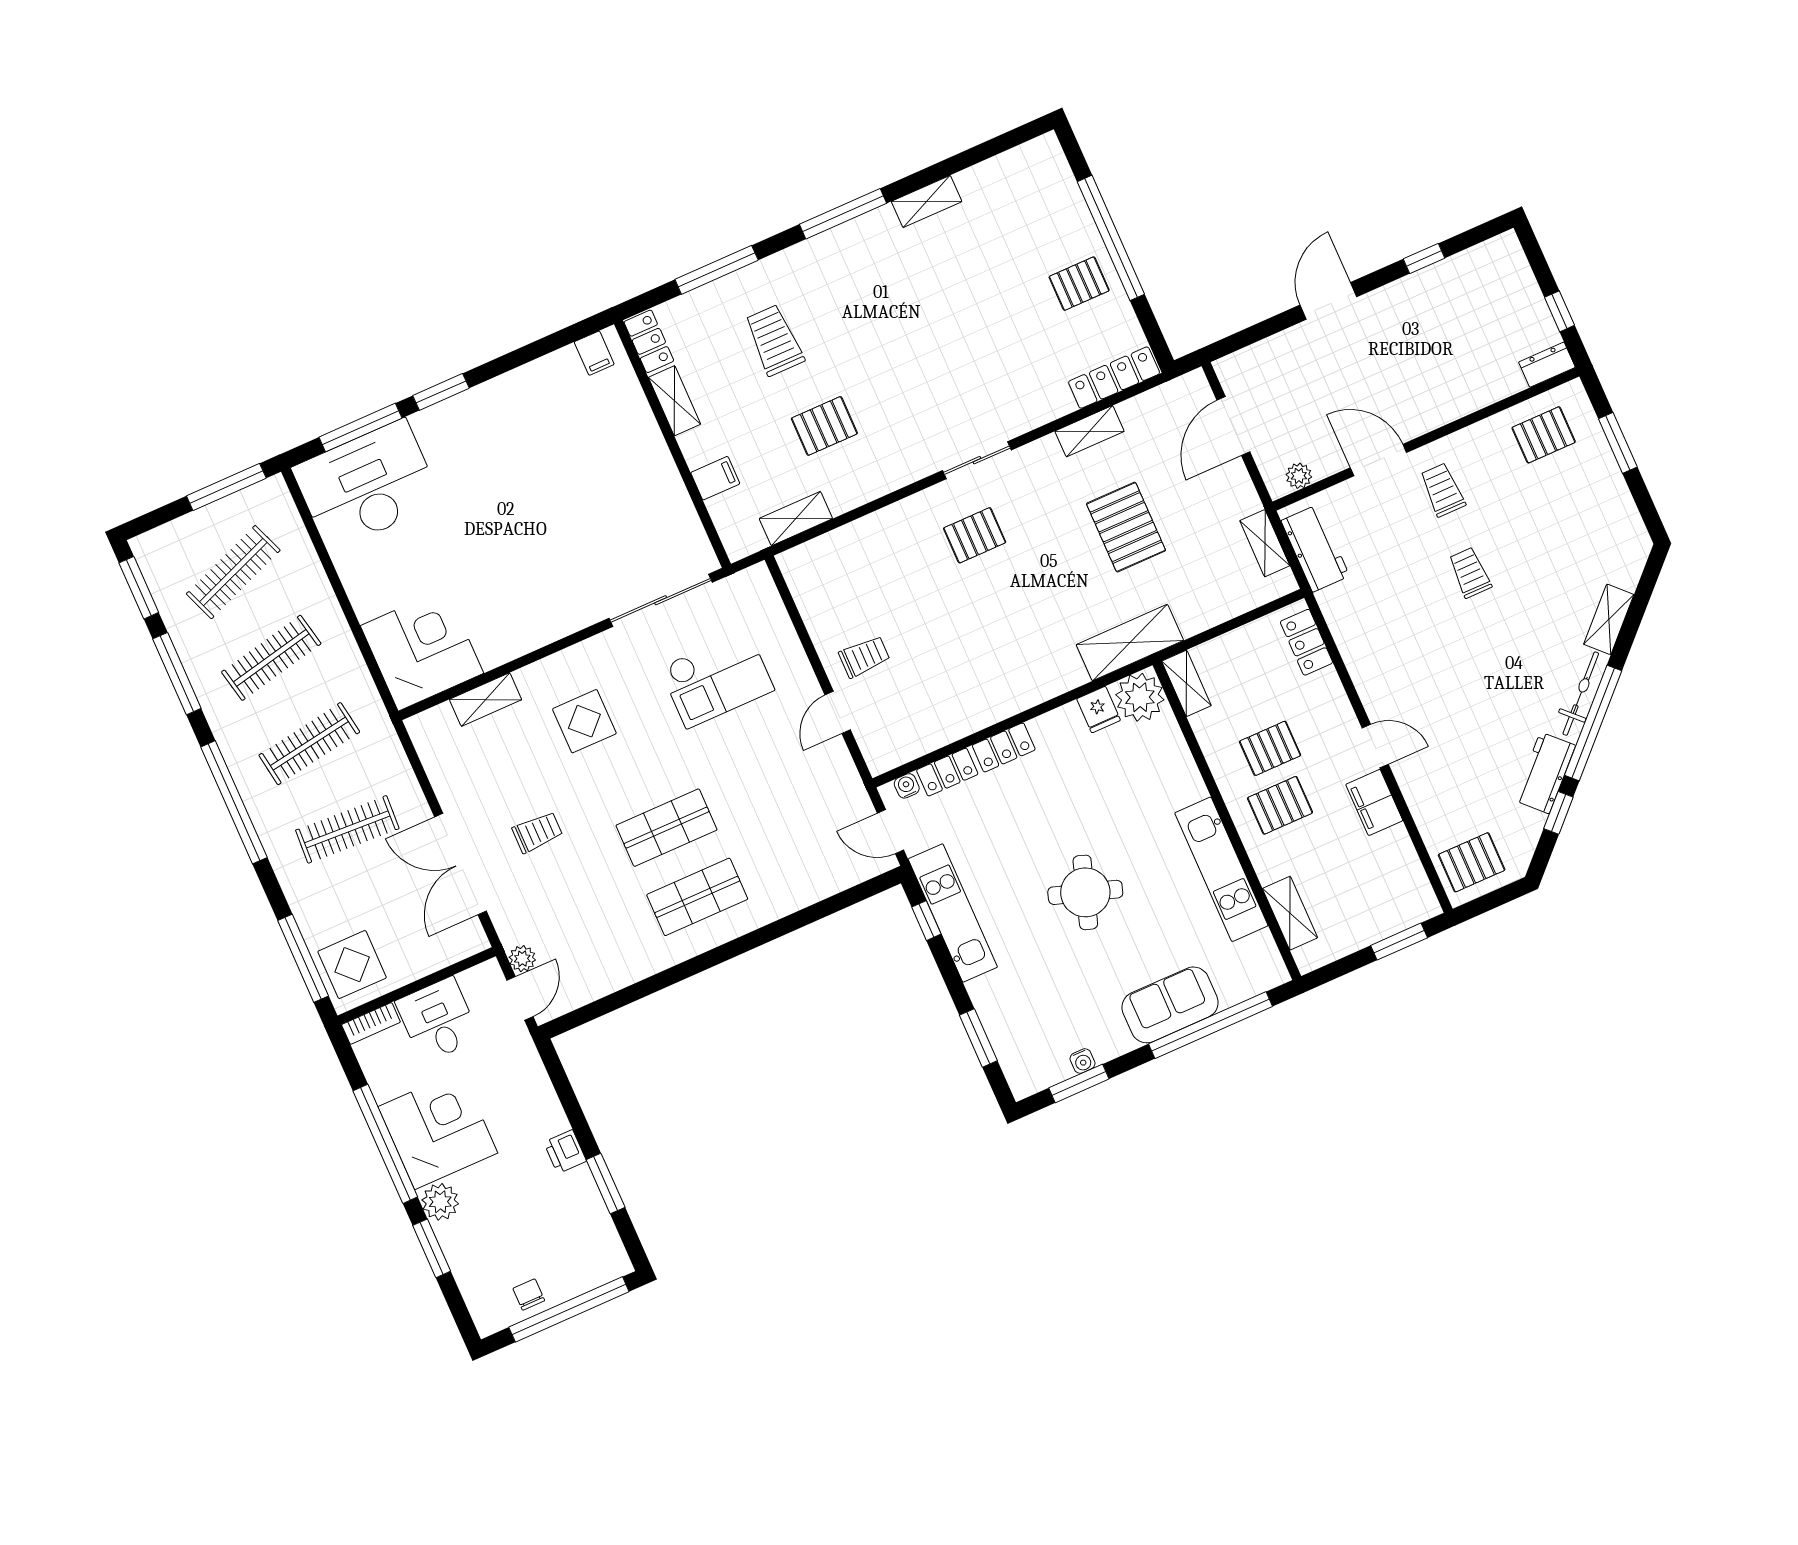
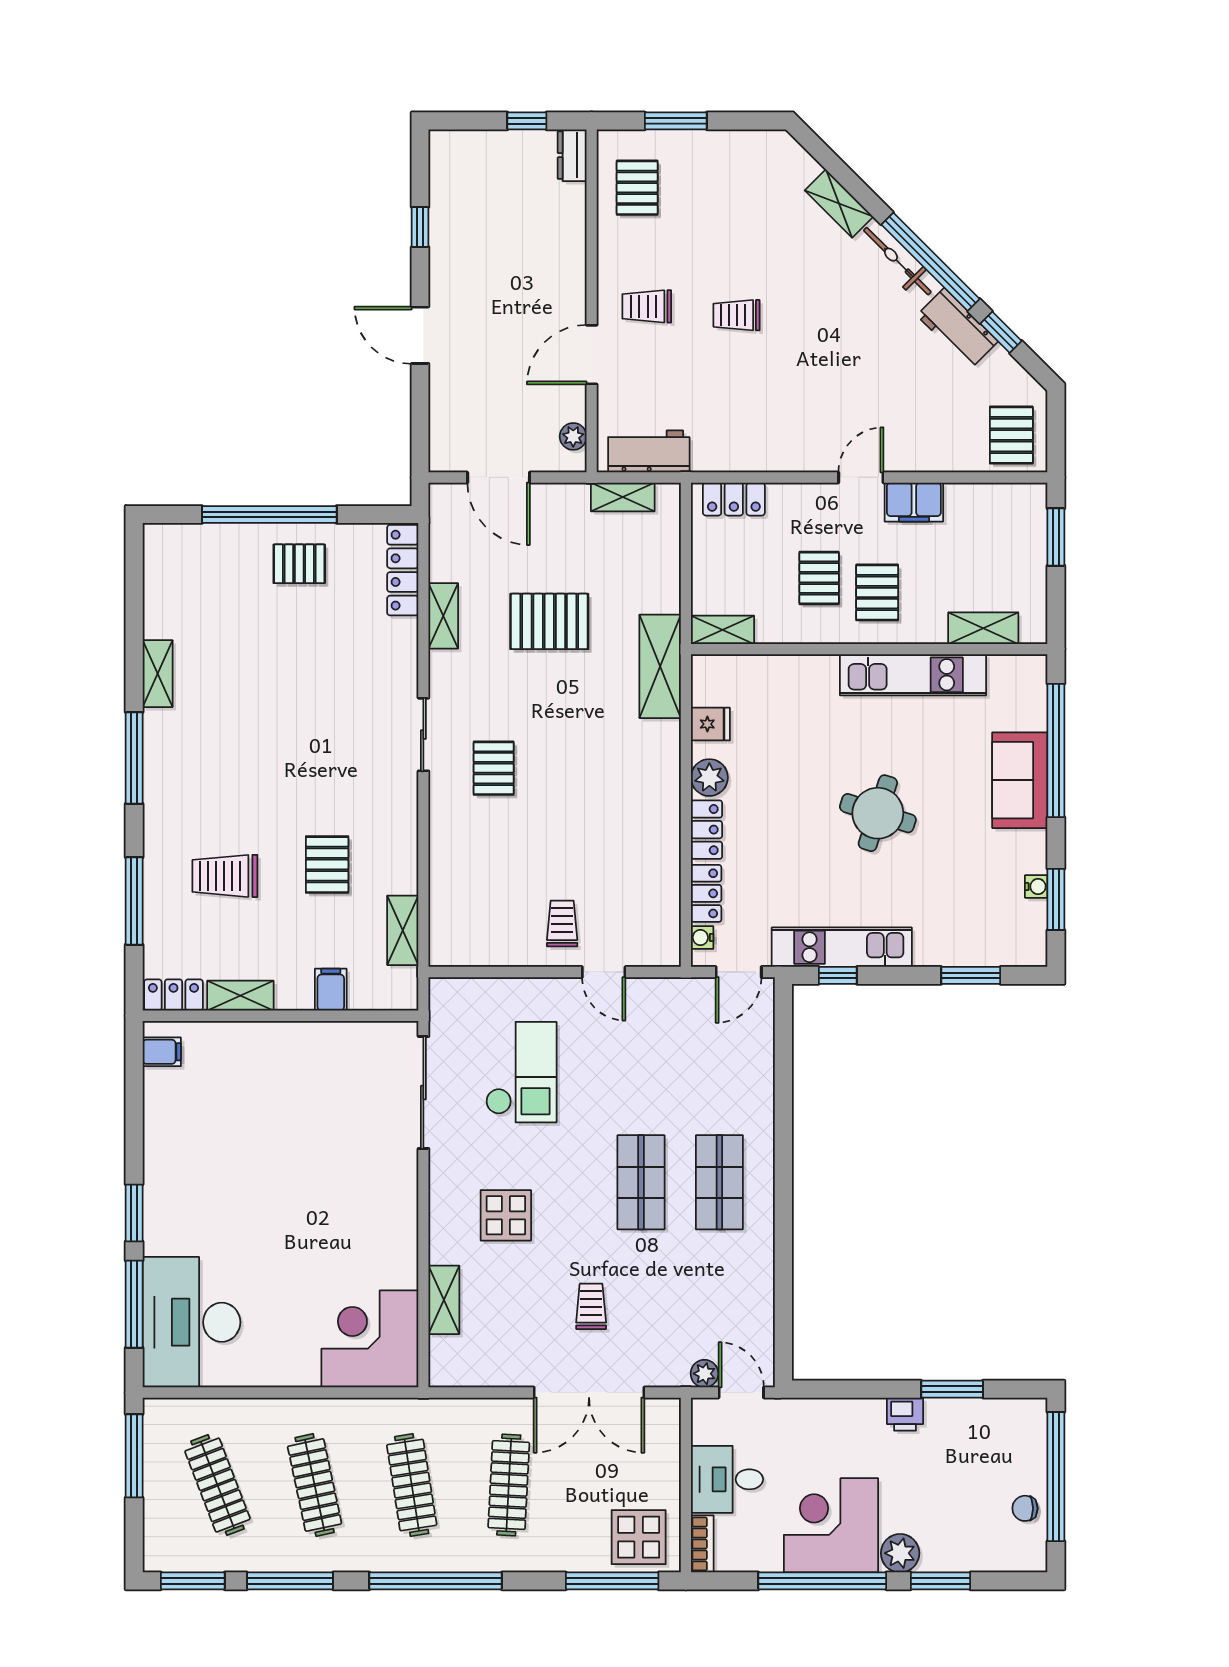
pallet: (1079, 284) -> (299, 564), turned 90
plant: (1140, 697) -> (709, 778), moved, width x0.73, depth x0.73

